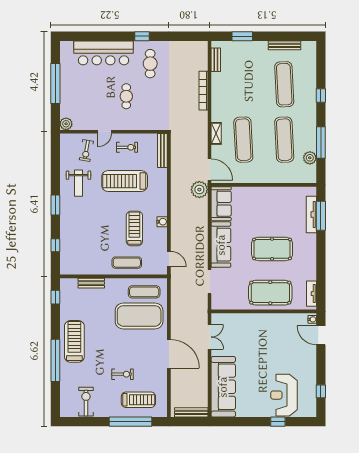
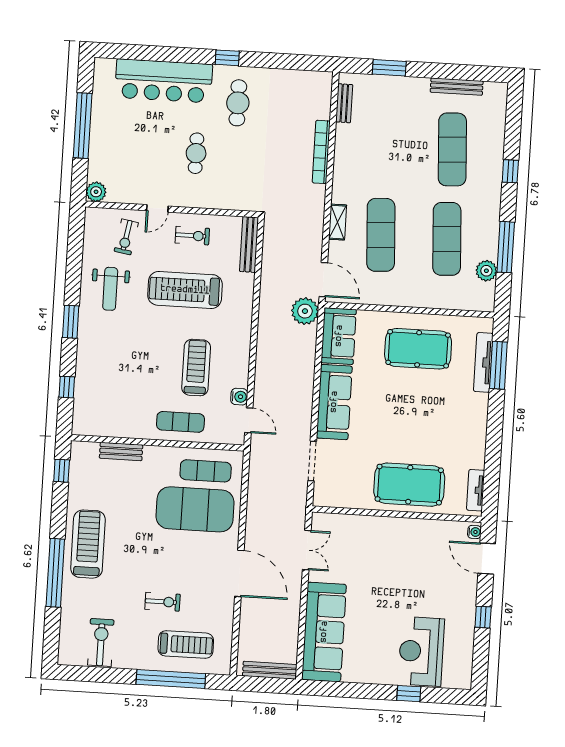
water cooler: (162, 222) -> (239, 397), moved
pool table: (272, 249) -> (418, 349), moved
window: (321, 391) -> (483, 617), moved

